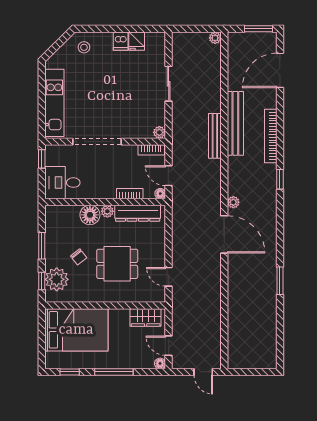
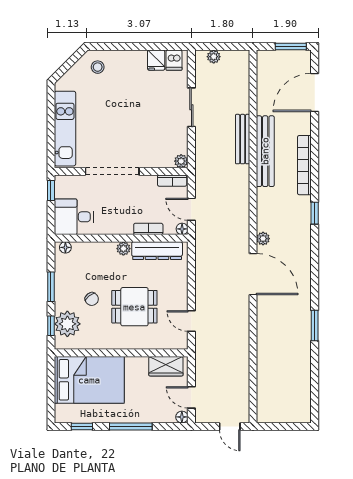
plant: (215, 38) -> (214, 57), moved
dishwasher: (121, 41) -> (174, 60), moved
bench: (215, 136) -> (243, 139), moved
floor lamp: (90, 215) -> (65, 247), moved, width x0.53, depth x0.53

